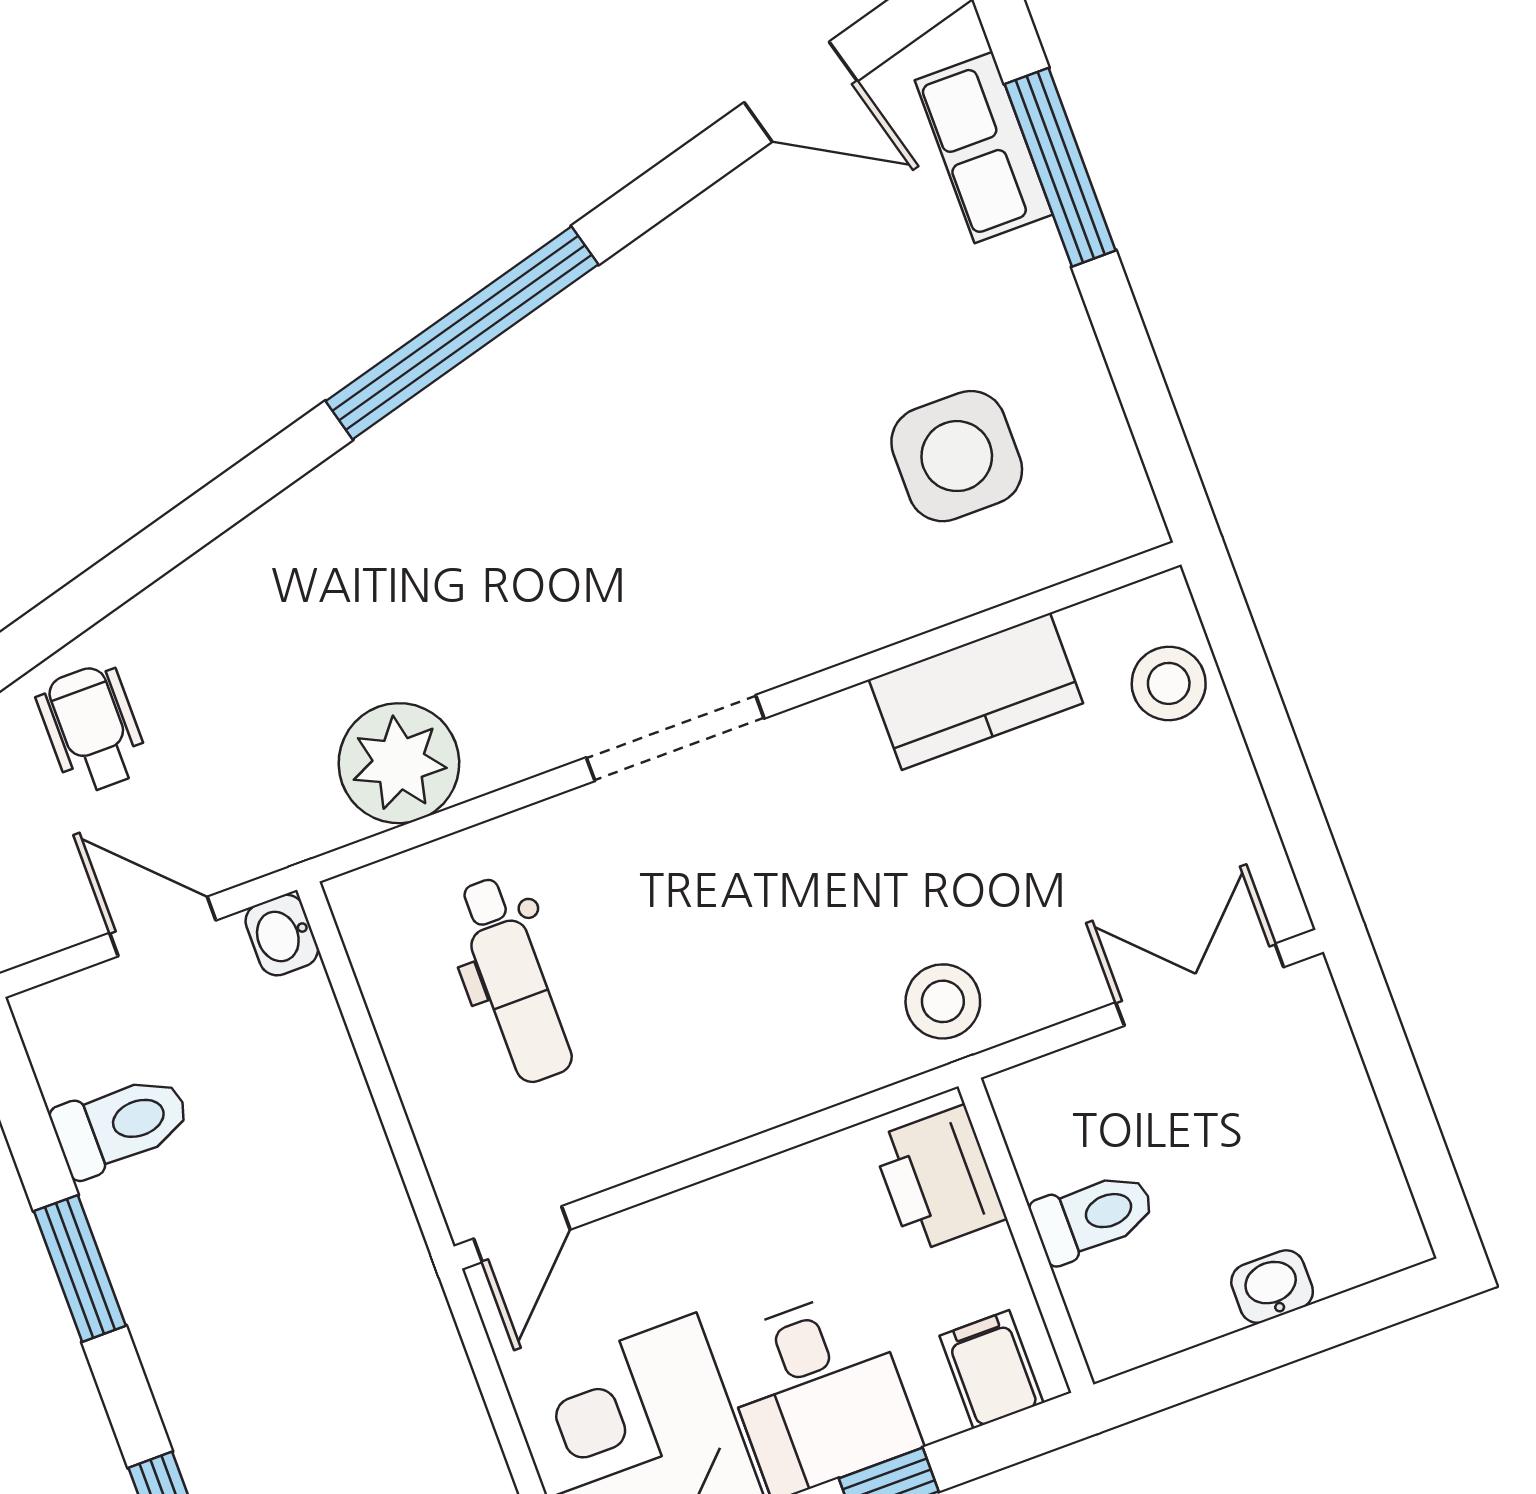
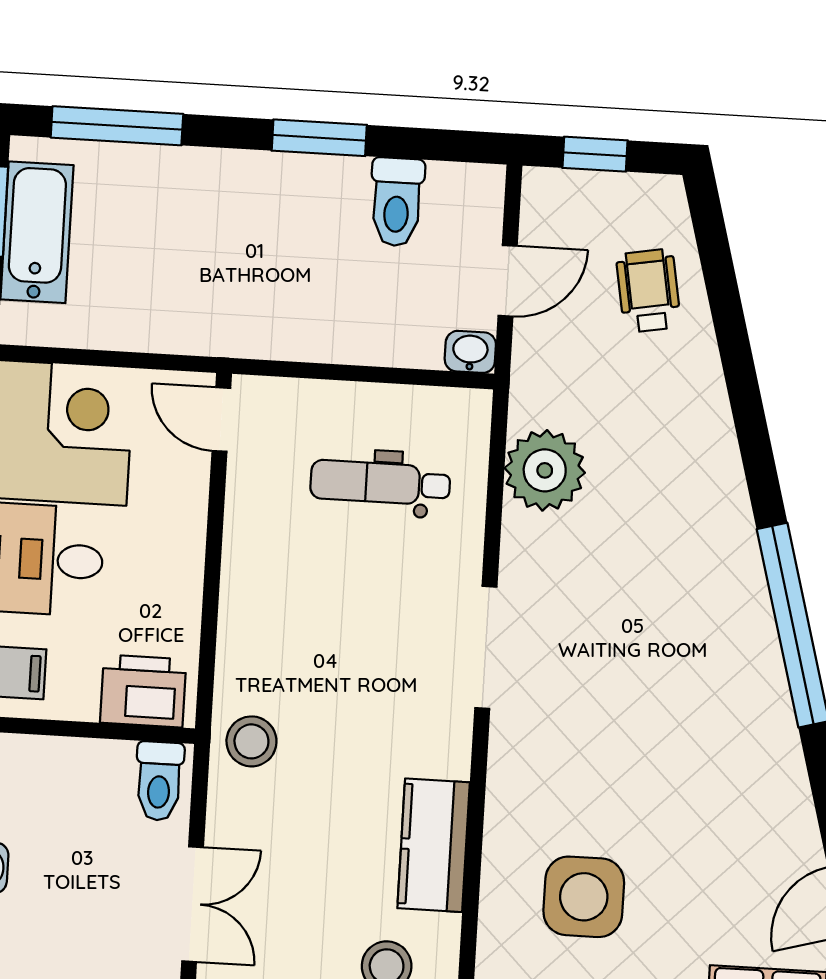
wheelchair: (92, 729) -> (648, 291), turned -100
toilet: (1093, 1216) -> (159, 781), moved

